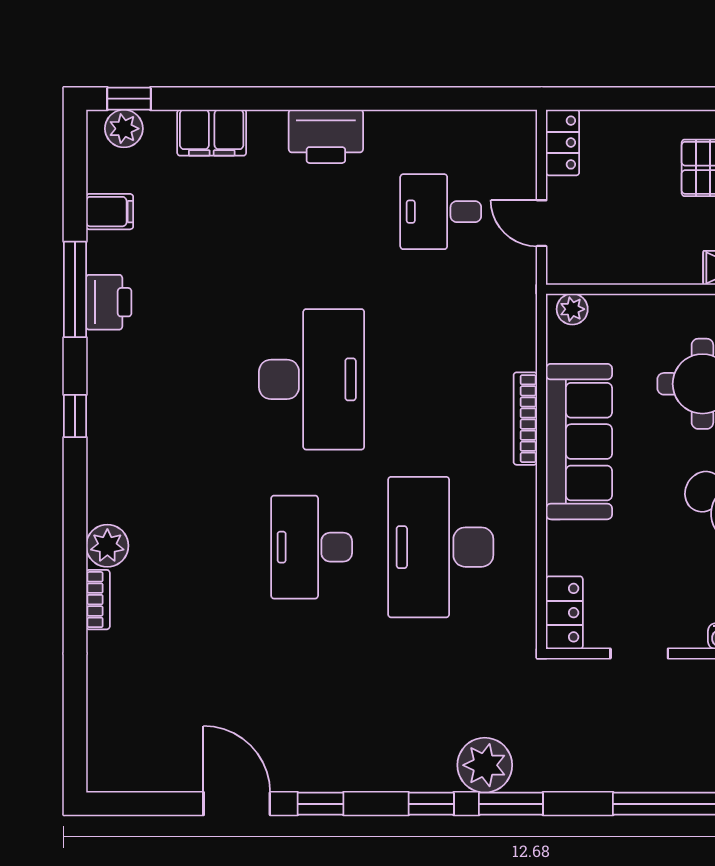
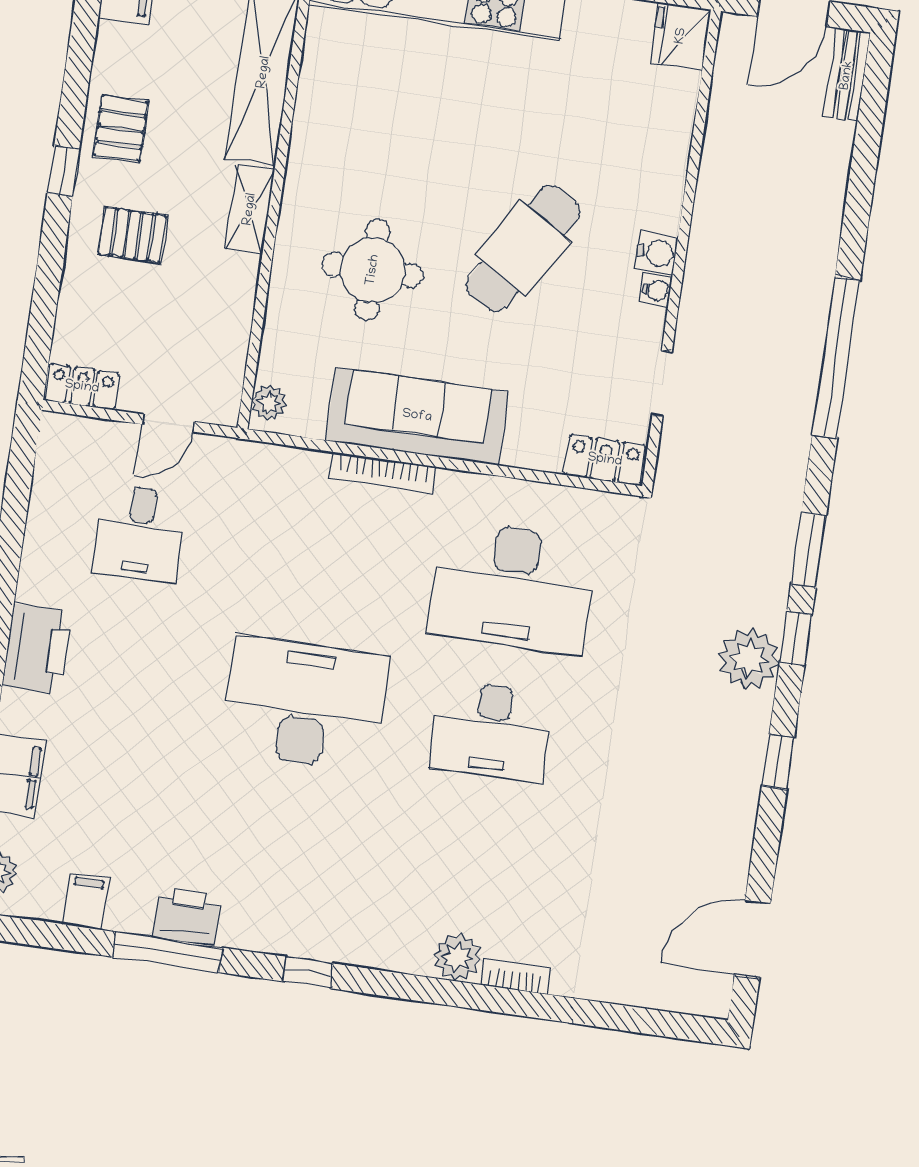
plant: (485, 765) -> (749, 659), moved
door: (237, 804) -> (752, 939), moved

